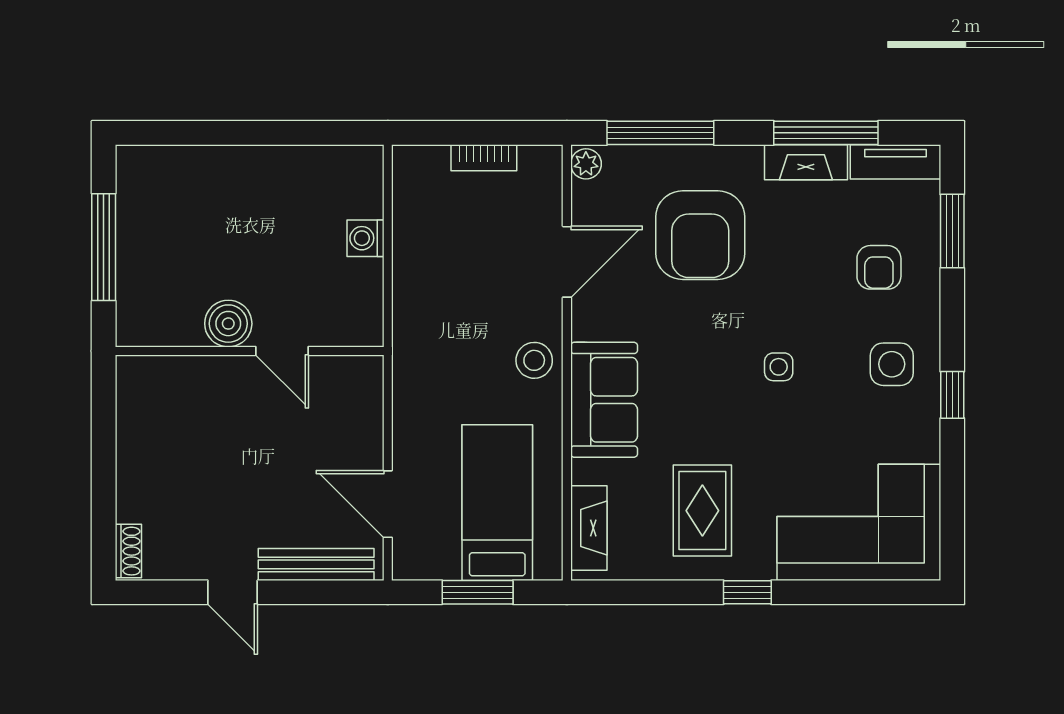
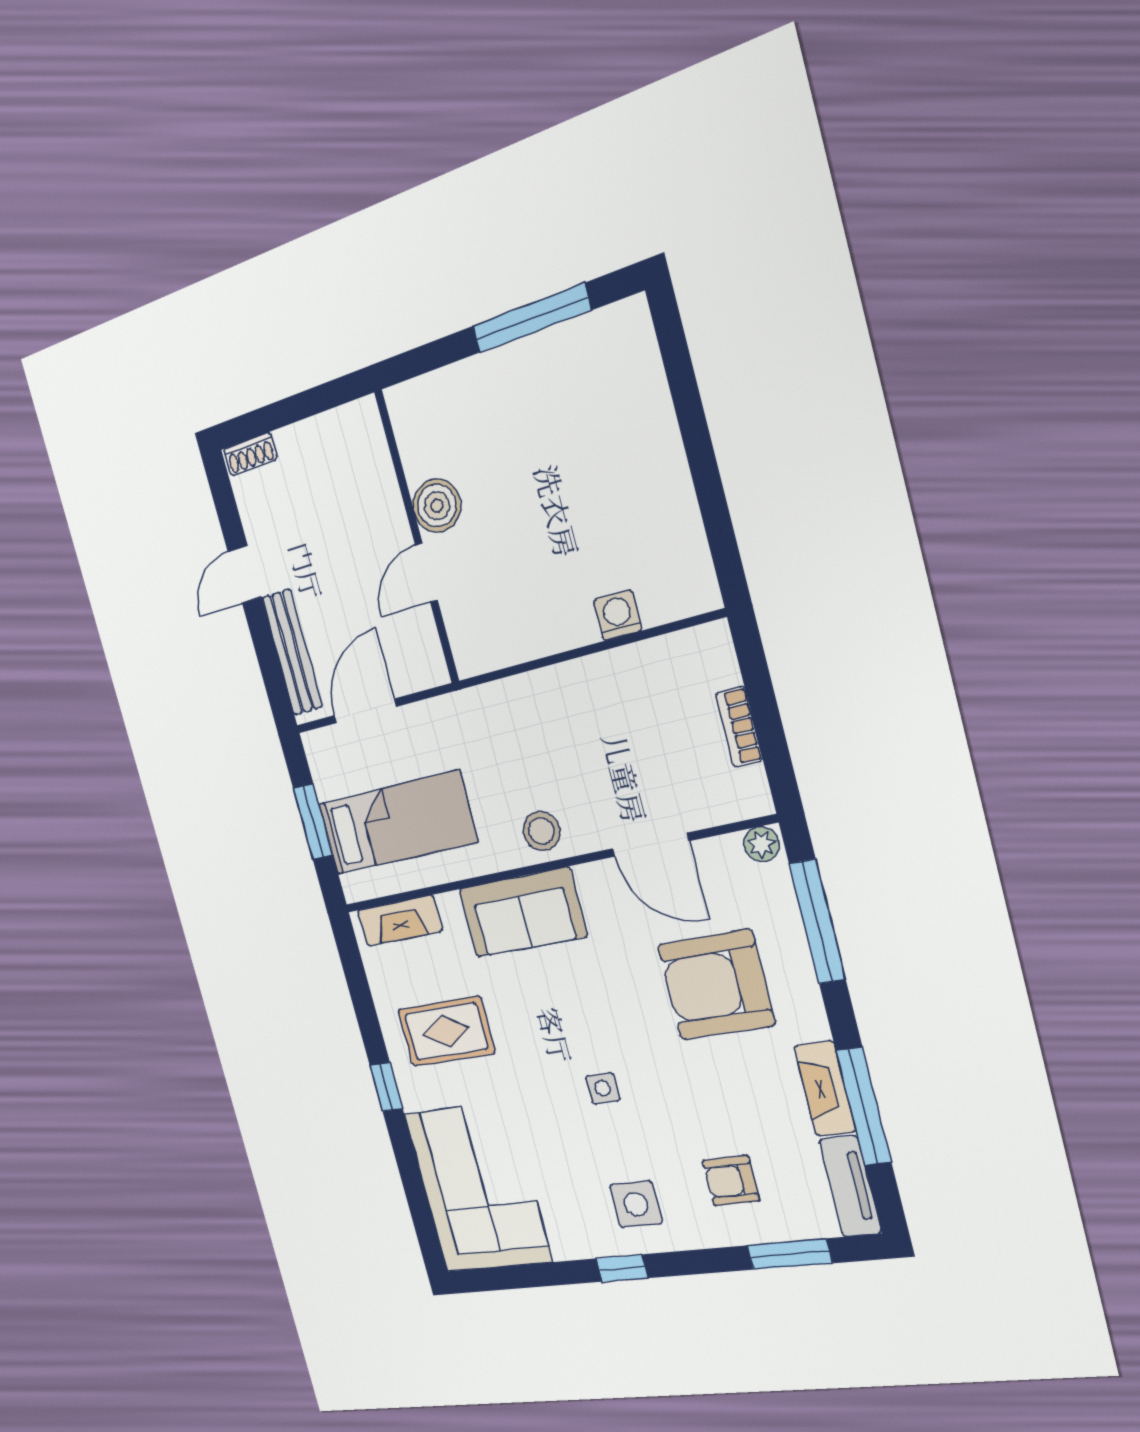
boiler: (228, 324) -> (437, 506), moved
wall: (250, 351) -> (417, 537), moved
door: (282, 351) -> (426, 572), moved

